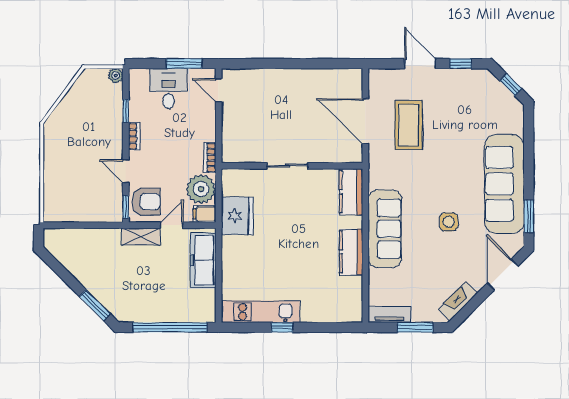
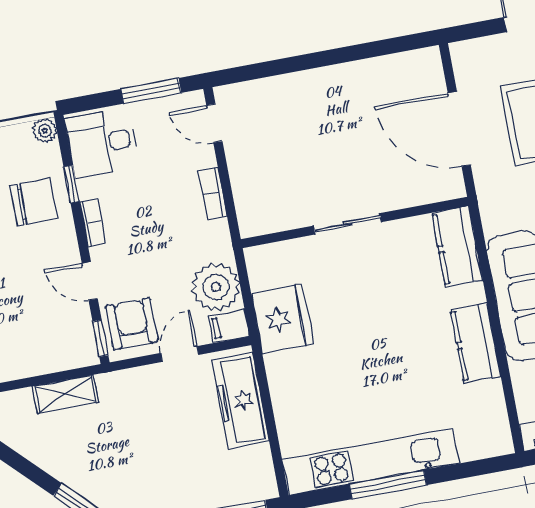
desk: (169, 88) -> (102, 143), moved, turned -90
chair: (101, 117) -> (34, 202), added
bookcase: (210, 158) -> (213, 194), moved
armchair: (146, 202) -> (132, 324), turned -90
shelving: (141, 237) -> (65, 394), moved
kitchen unit: (260, 312) -> (371, 462), width x1.36
window: (282, 327) -> (388, 485), width x2.17

